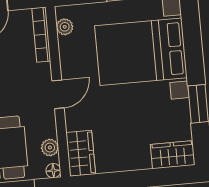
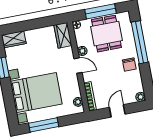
door: (58, 94) -> (78, 66), swing flipped
plant: (50, 148) -> (82, 51), moved

